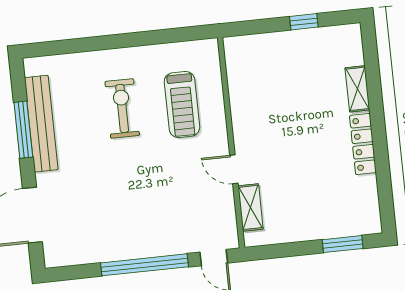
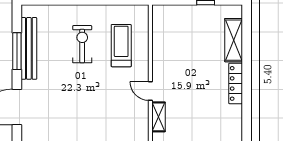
shelving: (357, 89) -> (234, 40), width x1.50, depth x1.33
treadmill: (182, 104) -> (121, 46), turned 180

